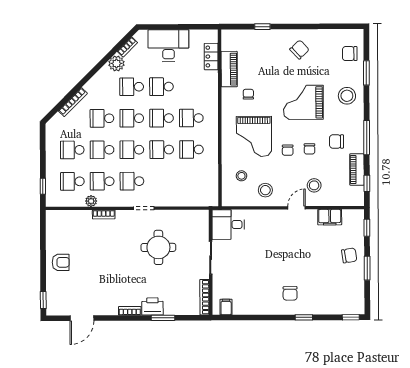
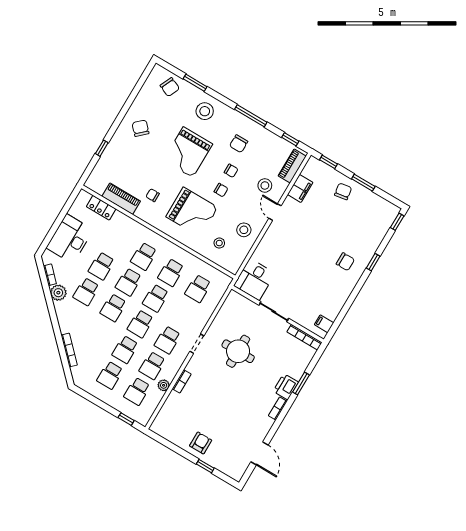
chair: (350, 54) -> (170, 87), turned -66
school desk: (102, 118) -> (198, 289), moved
piano: (357, 169) -> (292, 166), moved, turned 90
window: (43, 300) -> (205, 466), moved

